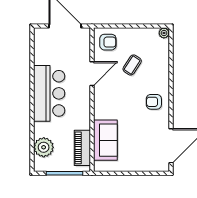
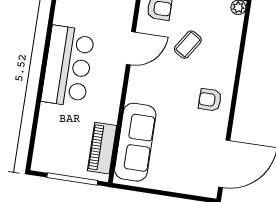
sofa: (105, 140) -> (135, 142), width x1.36
plant: (44, 147) -> (49, 139), removed

